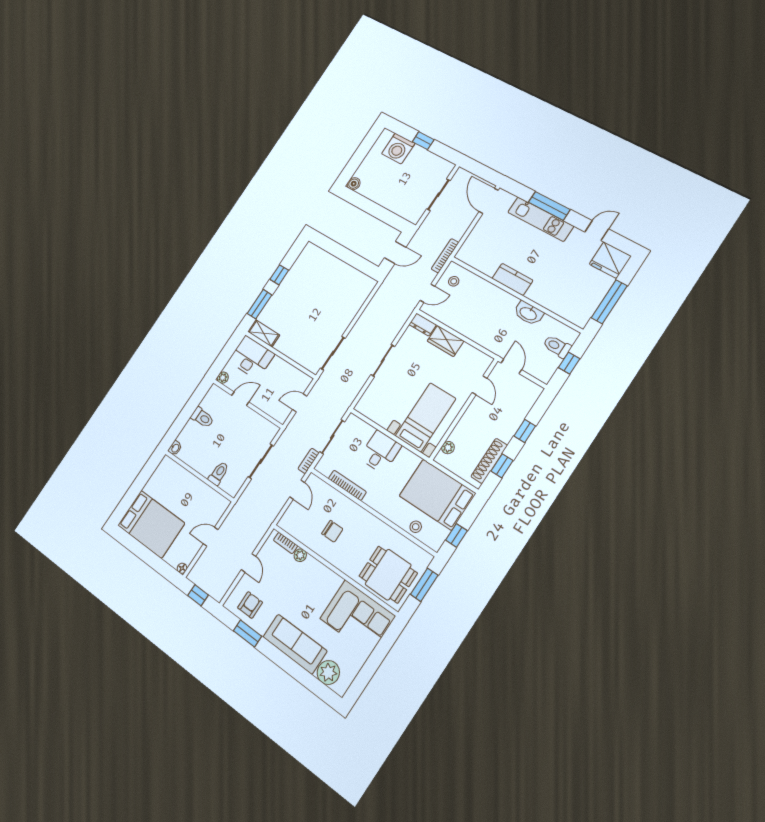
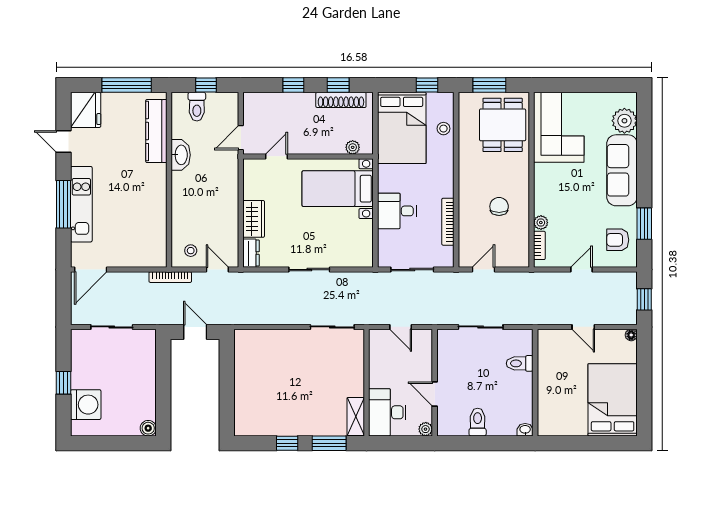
kitchen counter: (512, 279) -> (156, 131), moved, width x1.50
bookcase: (309, 461) -> (450, 277), removed

